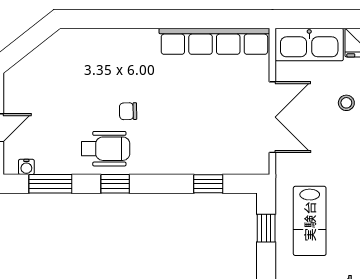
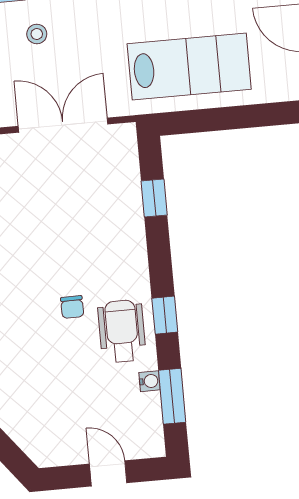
water cooler: (26, 167) -> (149, 381), moved
lab bench: (310, 221) -> (189, 67), width x1.36, depth x1.39
window: (266, 228) -> (203, 120), removed

